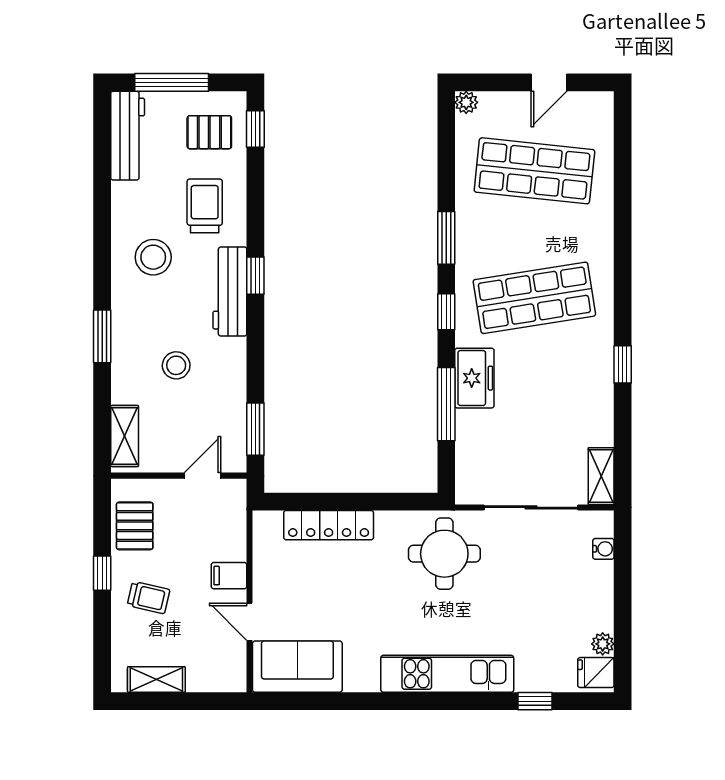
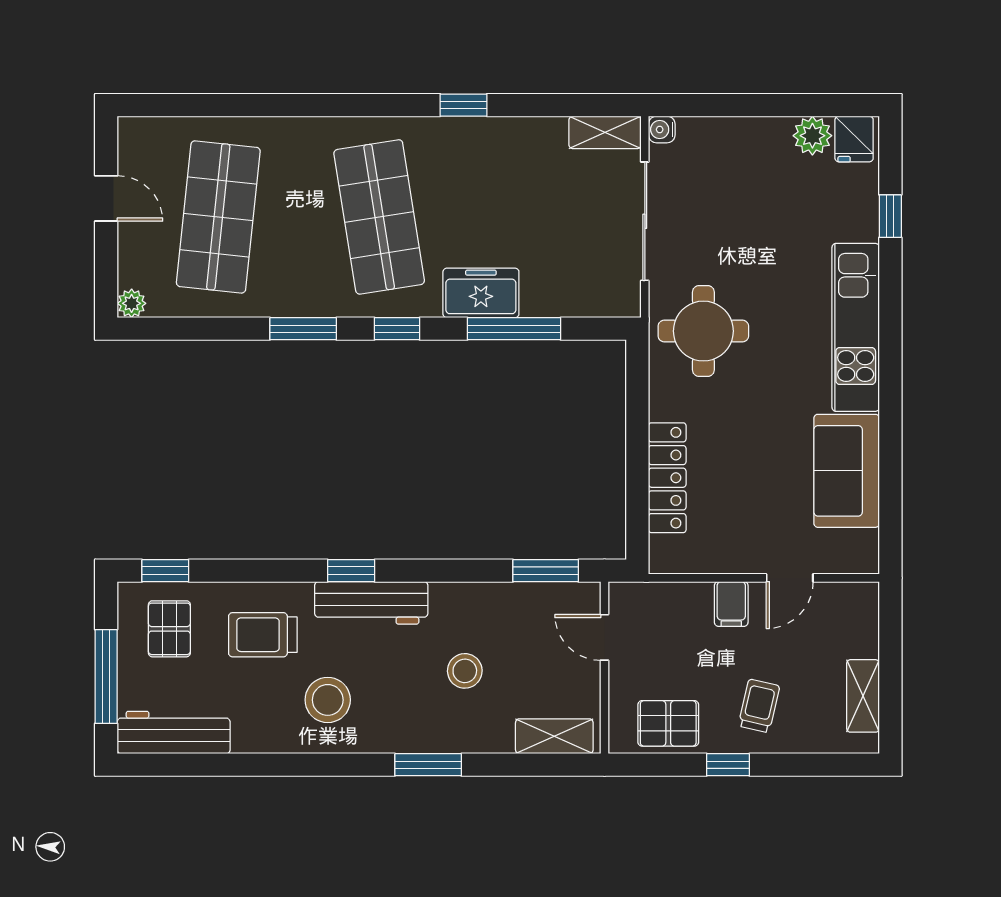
water cooler: (603, 549) -> (662, 129), moved, turned -90
plant: (603, 644) -> (812, 136), width x1.38, depth x1.38
sofa: (297, 667) -> (847, 471), moved

